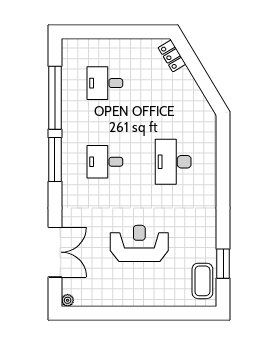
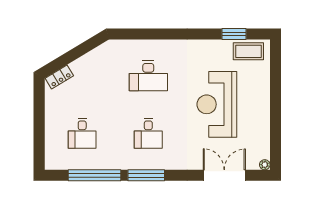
reception desk: (139, 243) -> (217, 104), width x1.36, depth x1.30

